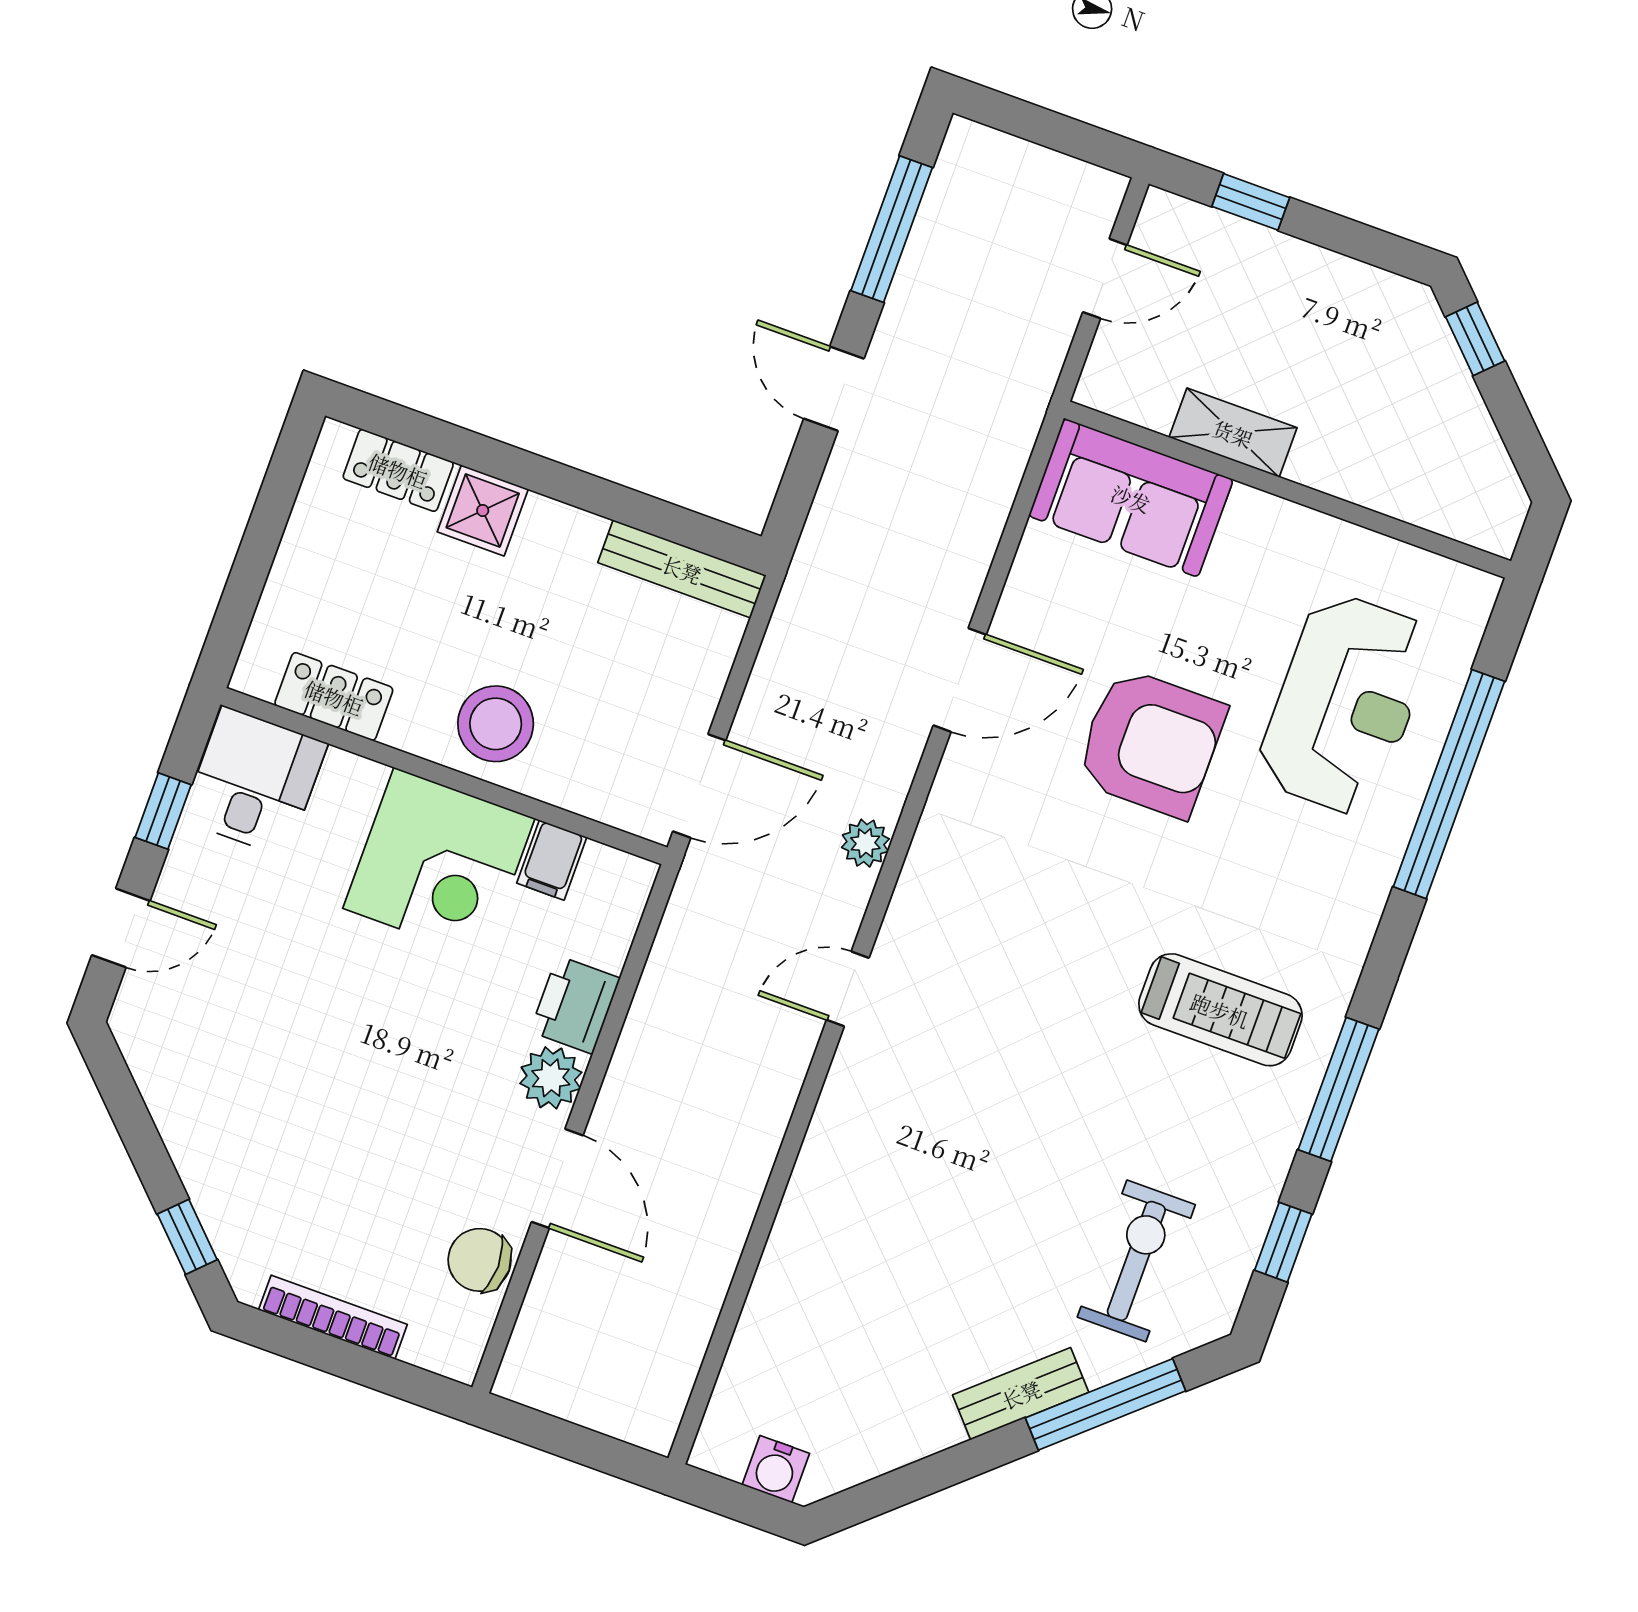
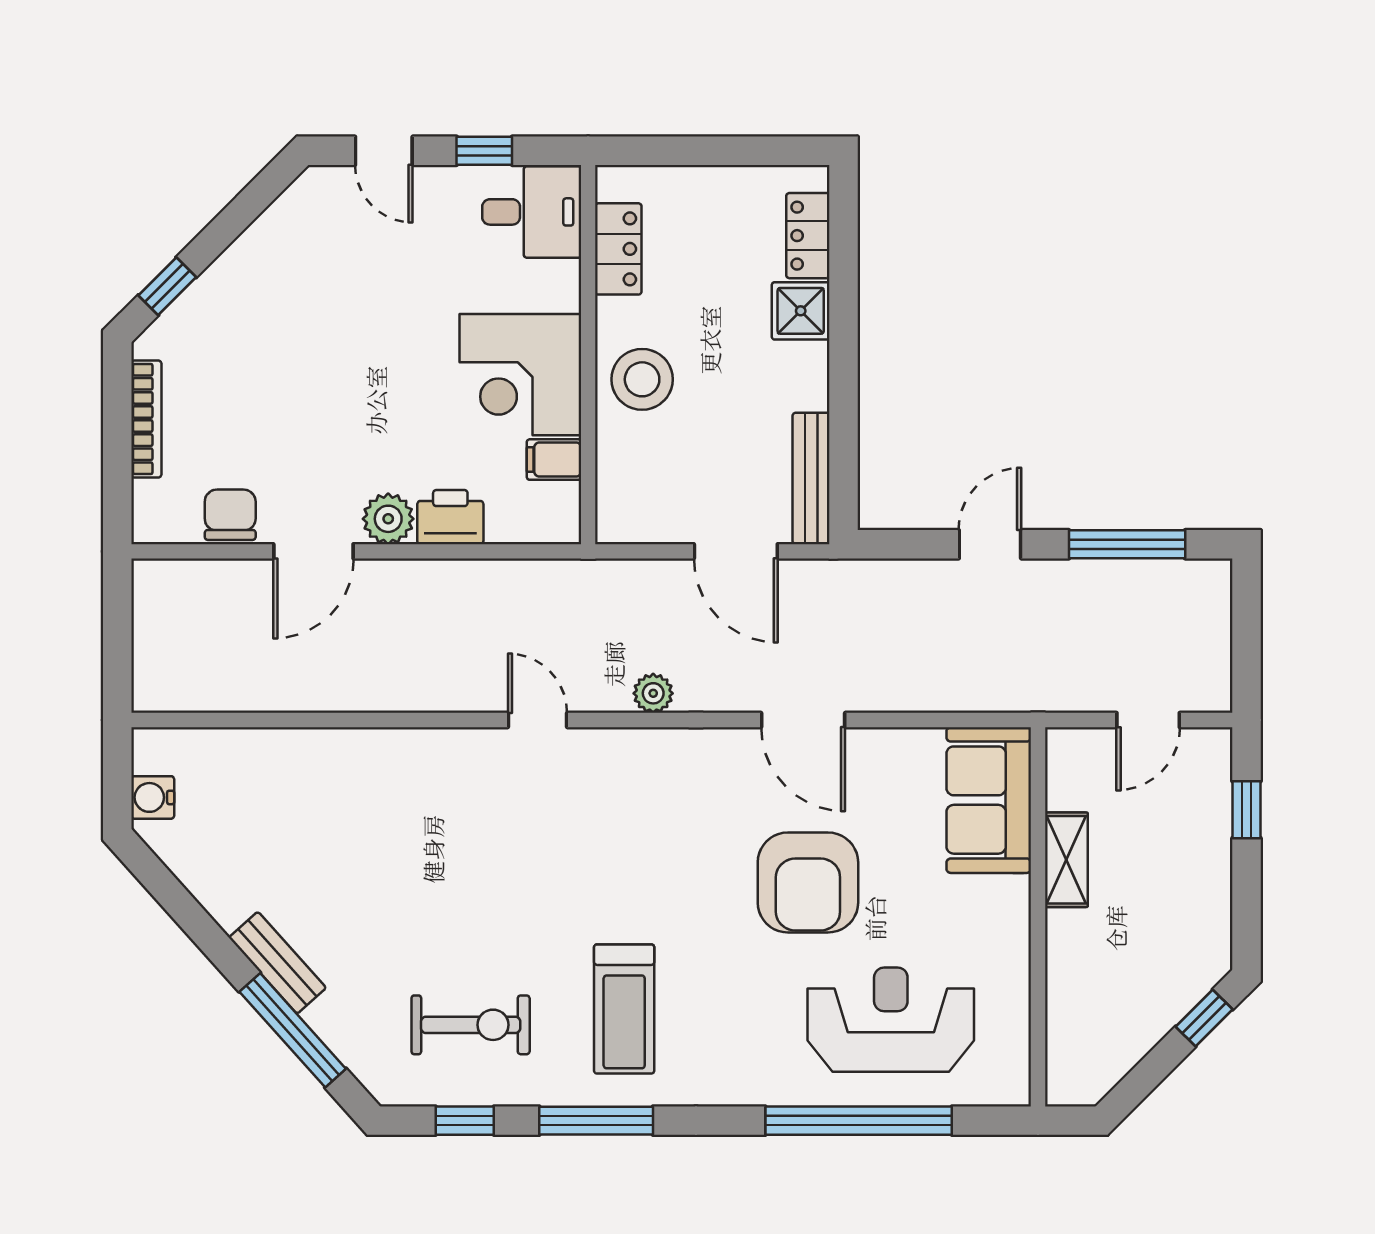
door: (1105, 279) -> (1148, 720), hinge flipped
reception desk: (1345, 704) -> (891, 1020), turned 180
door: (699, 786) -> (736, 551), moved
exercise bike: (1136, 1261) -> (471, 1025), moved

